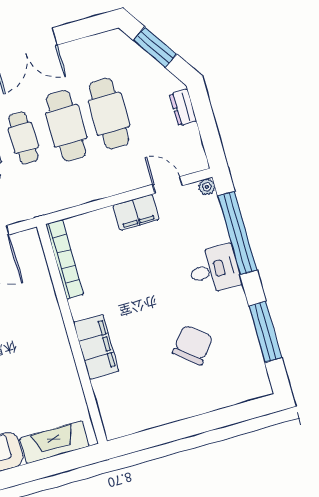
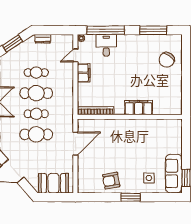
cafe table: (109, 114) -> (36, 72), width x0.73, depth x0.74
desk: (214, 270) -> (106, 45), moved
chair: (193, 345) -> (167, 60), moved, turned -93
fireplace: (54, 442) -> (176, 138), removed

